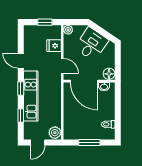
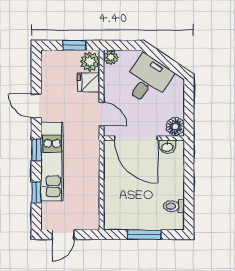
plant: (55, 133) -> (90, 62), moved

